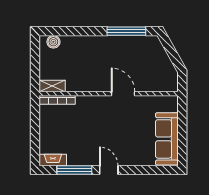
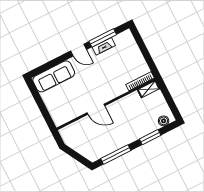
window: (78, 31) -> (150, 137), added
sofa: (167, 139) -> (54, 76), moved, turned 90
fireplace: (53, 160) -> (104, 46), moved

